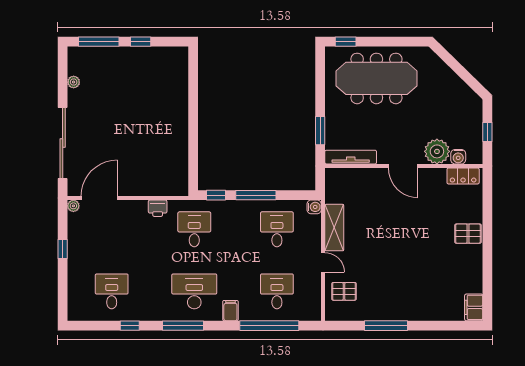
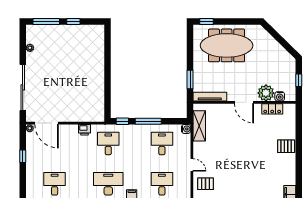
locker: (463, 176) -> (272, 109), moved
door: (99, 198) -> (46, 123), swing flipped
shelving: (334, 228) -> (199, 126), moved

